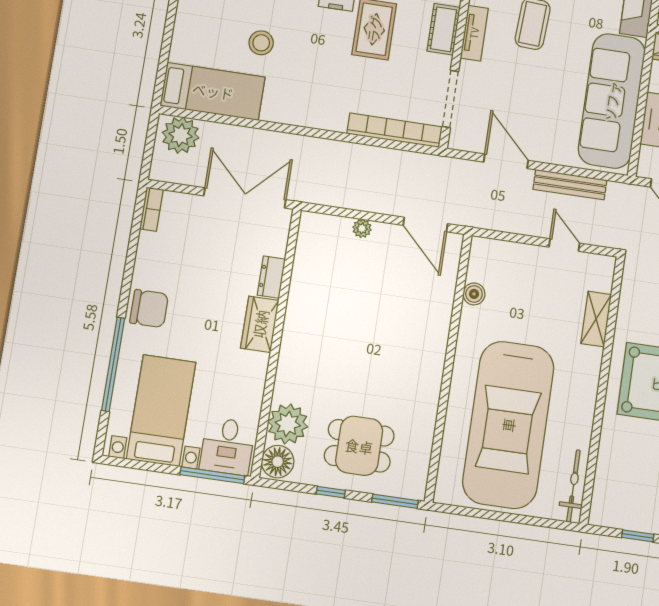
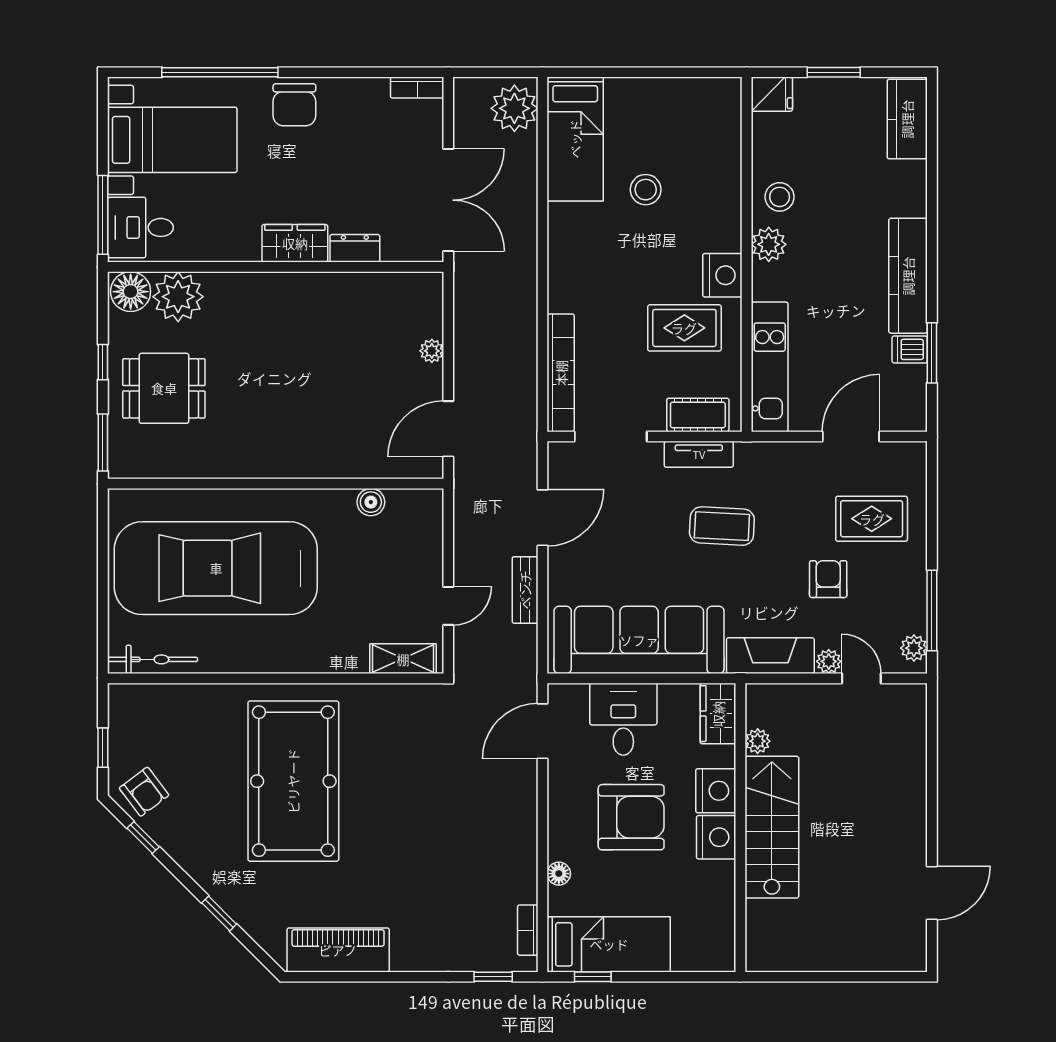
bench: (570, 185) -> (525, 590), width x0.73
shelving: (596, 319) -> (403, 659), moved
dining table: (359, 446) -> (164, 388), turned 90

